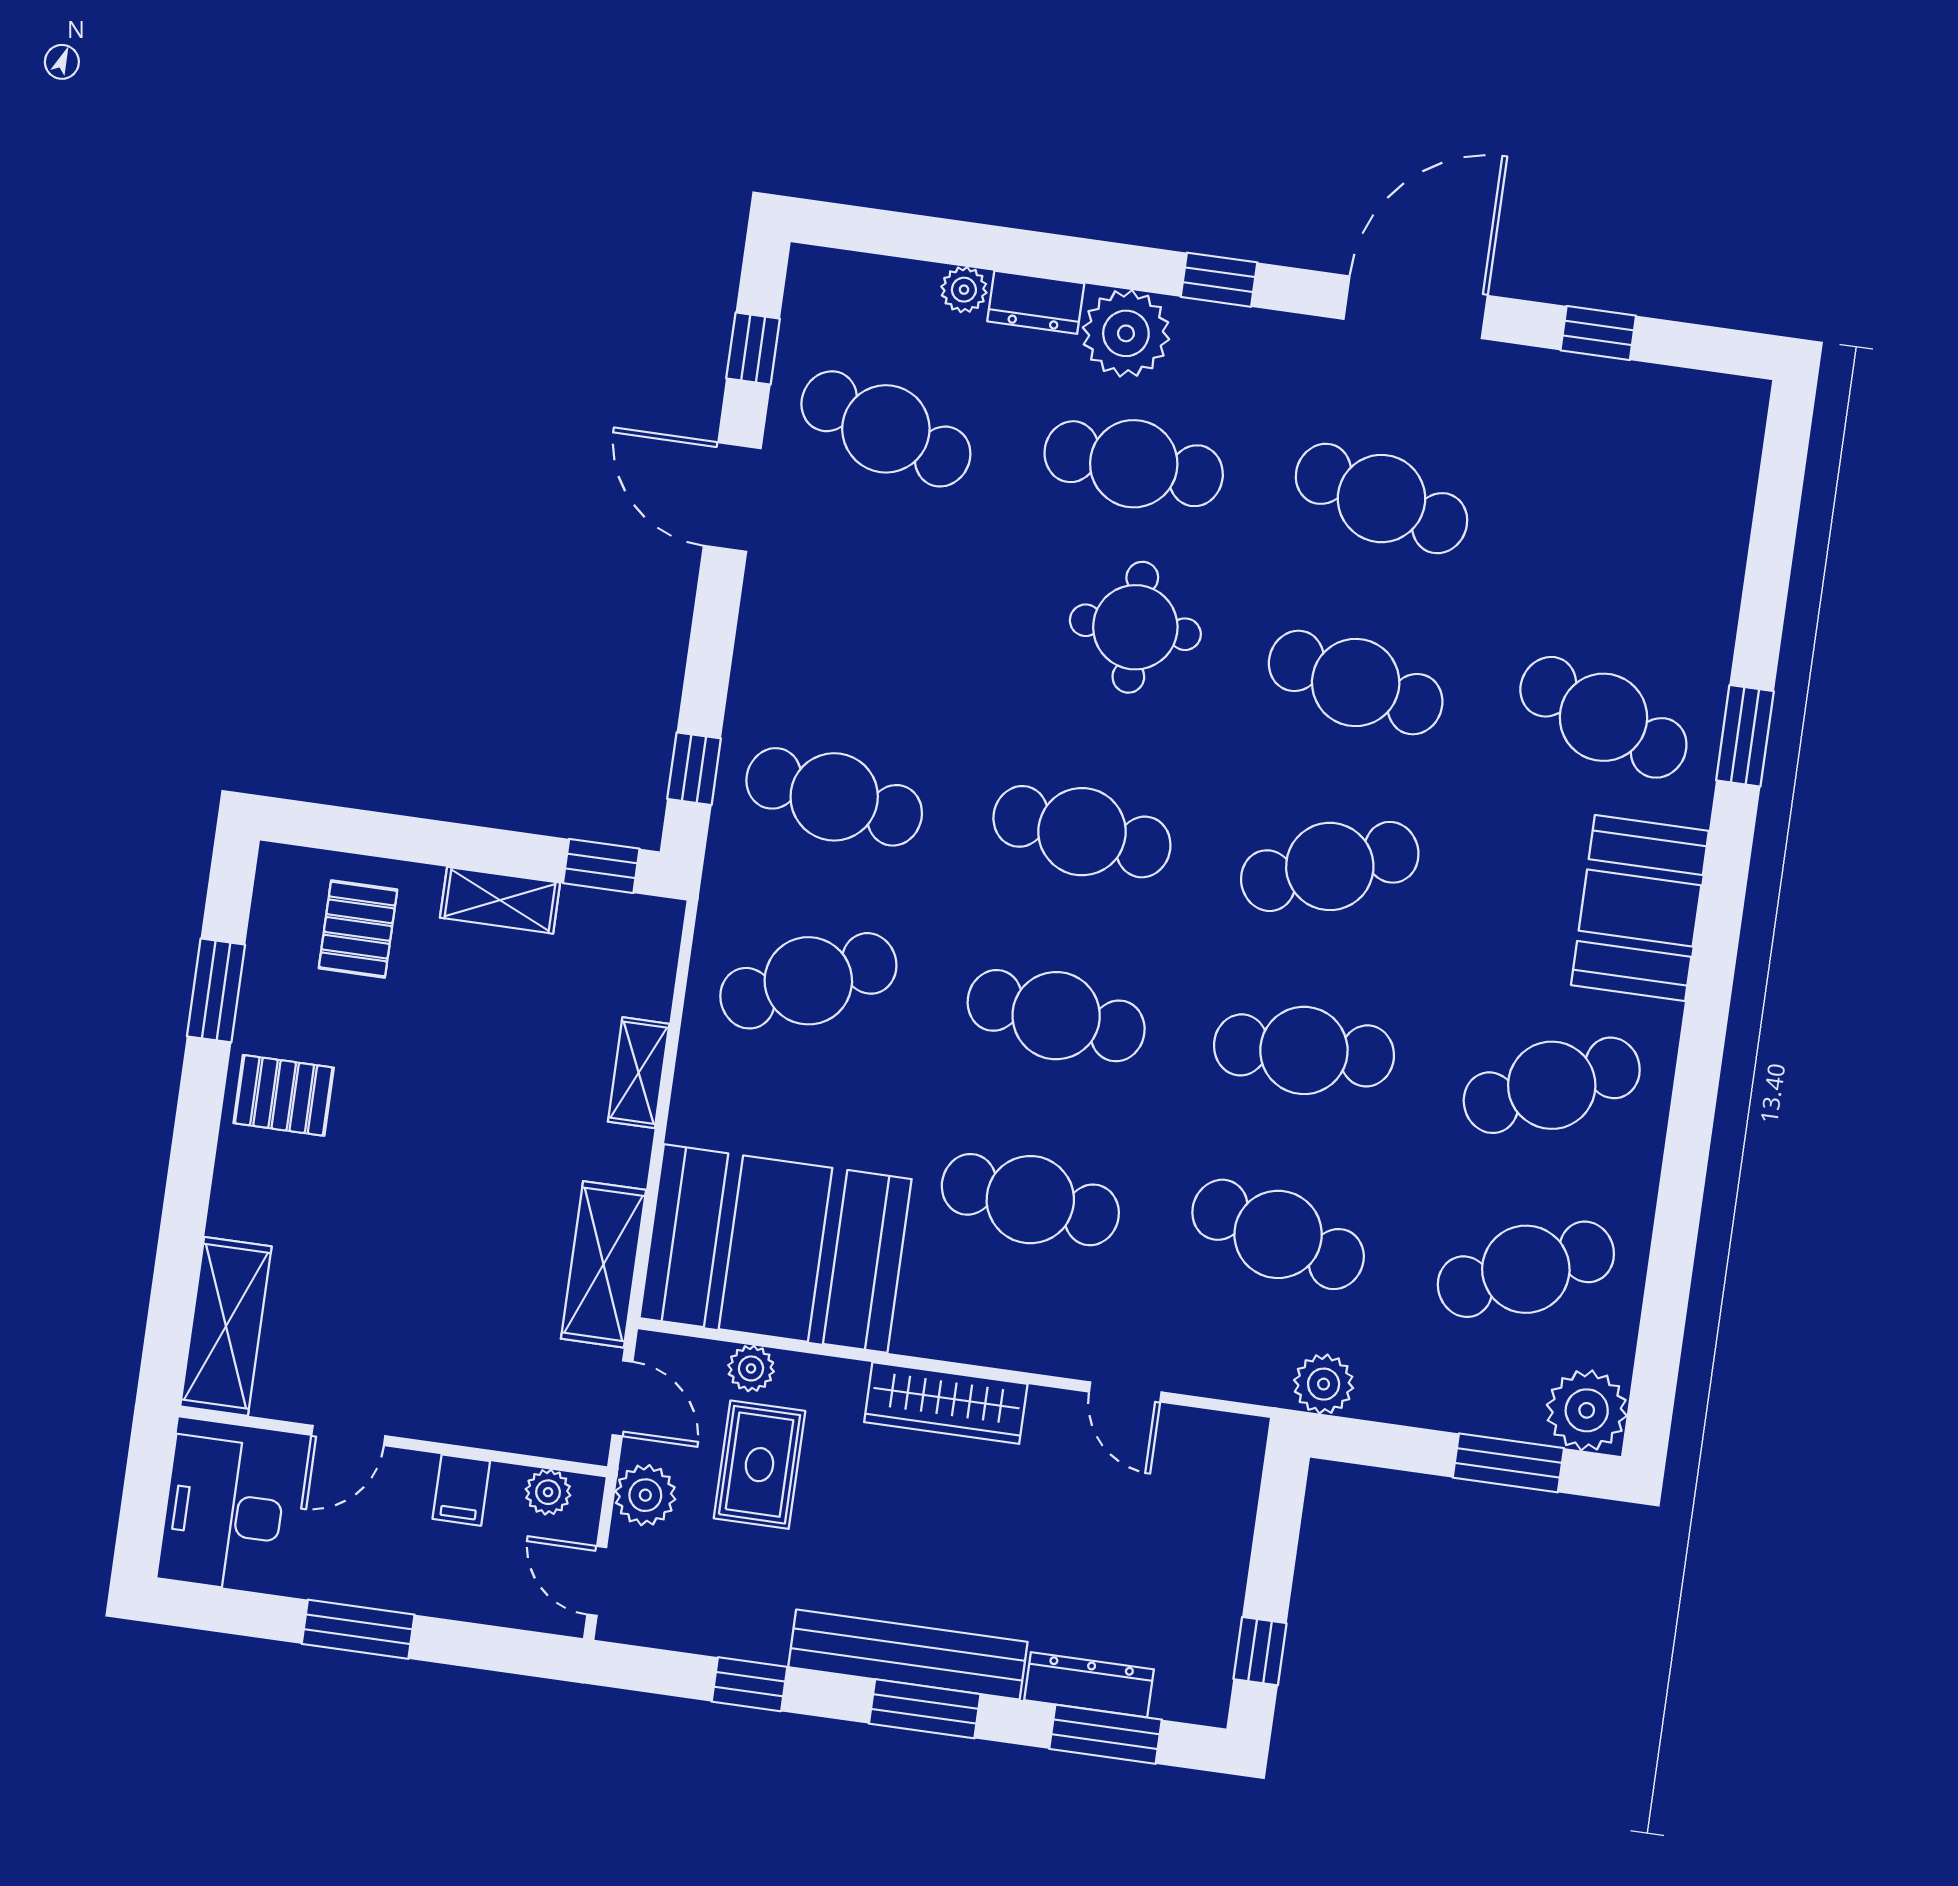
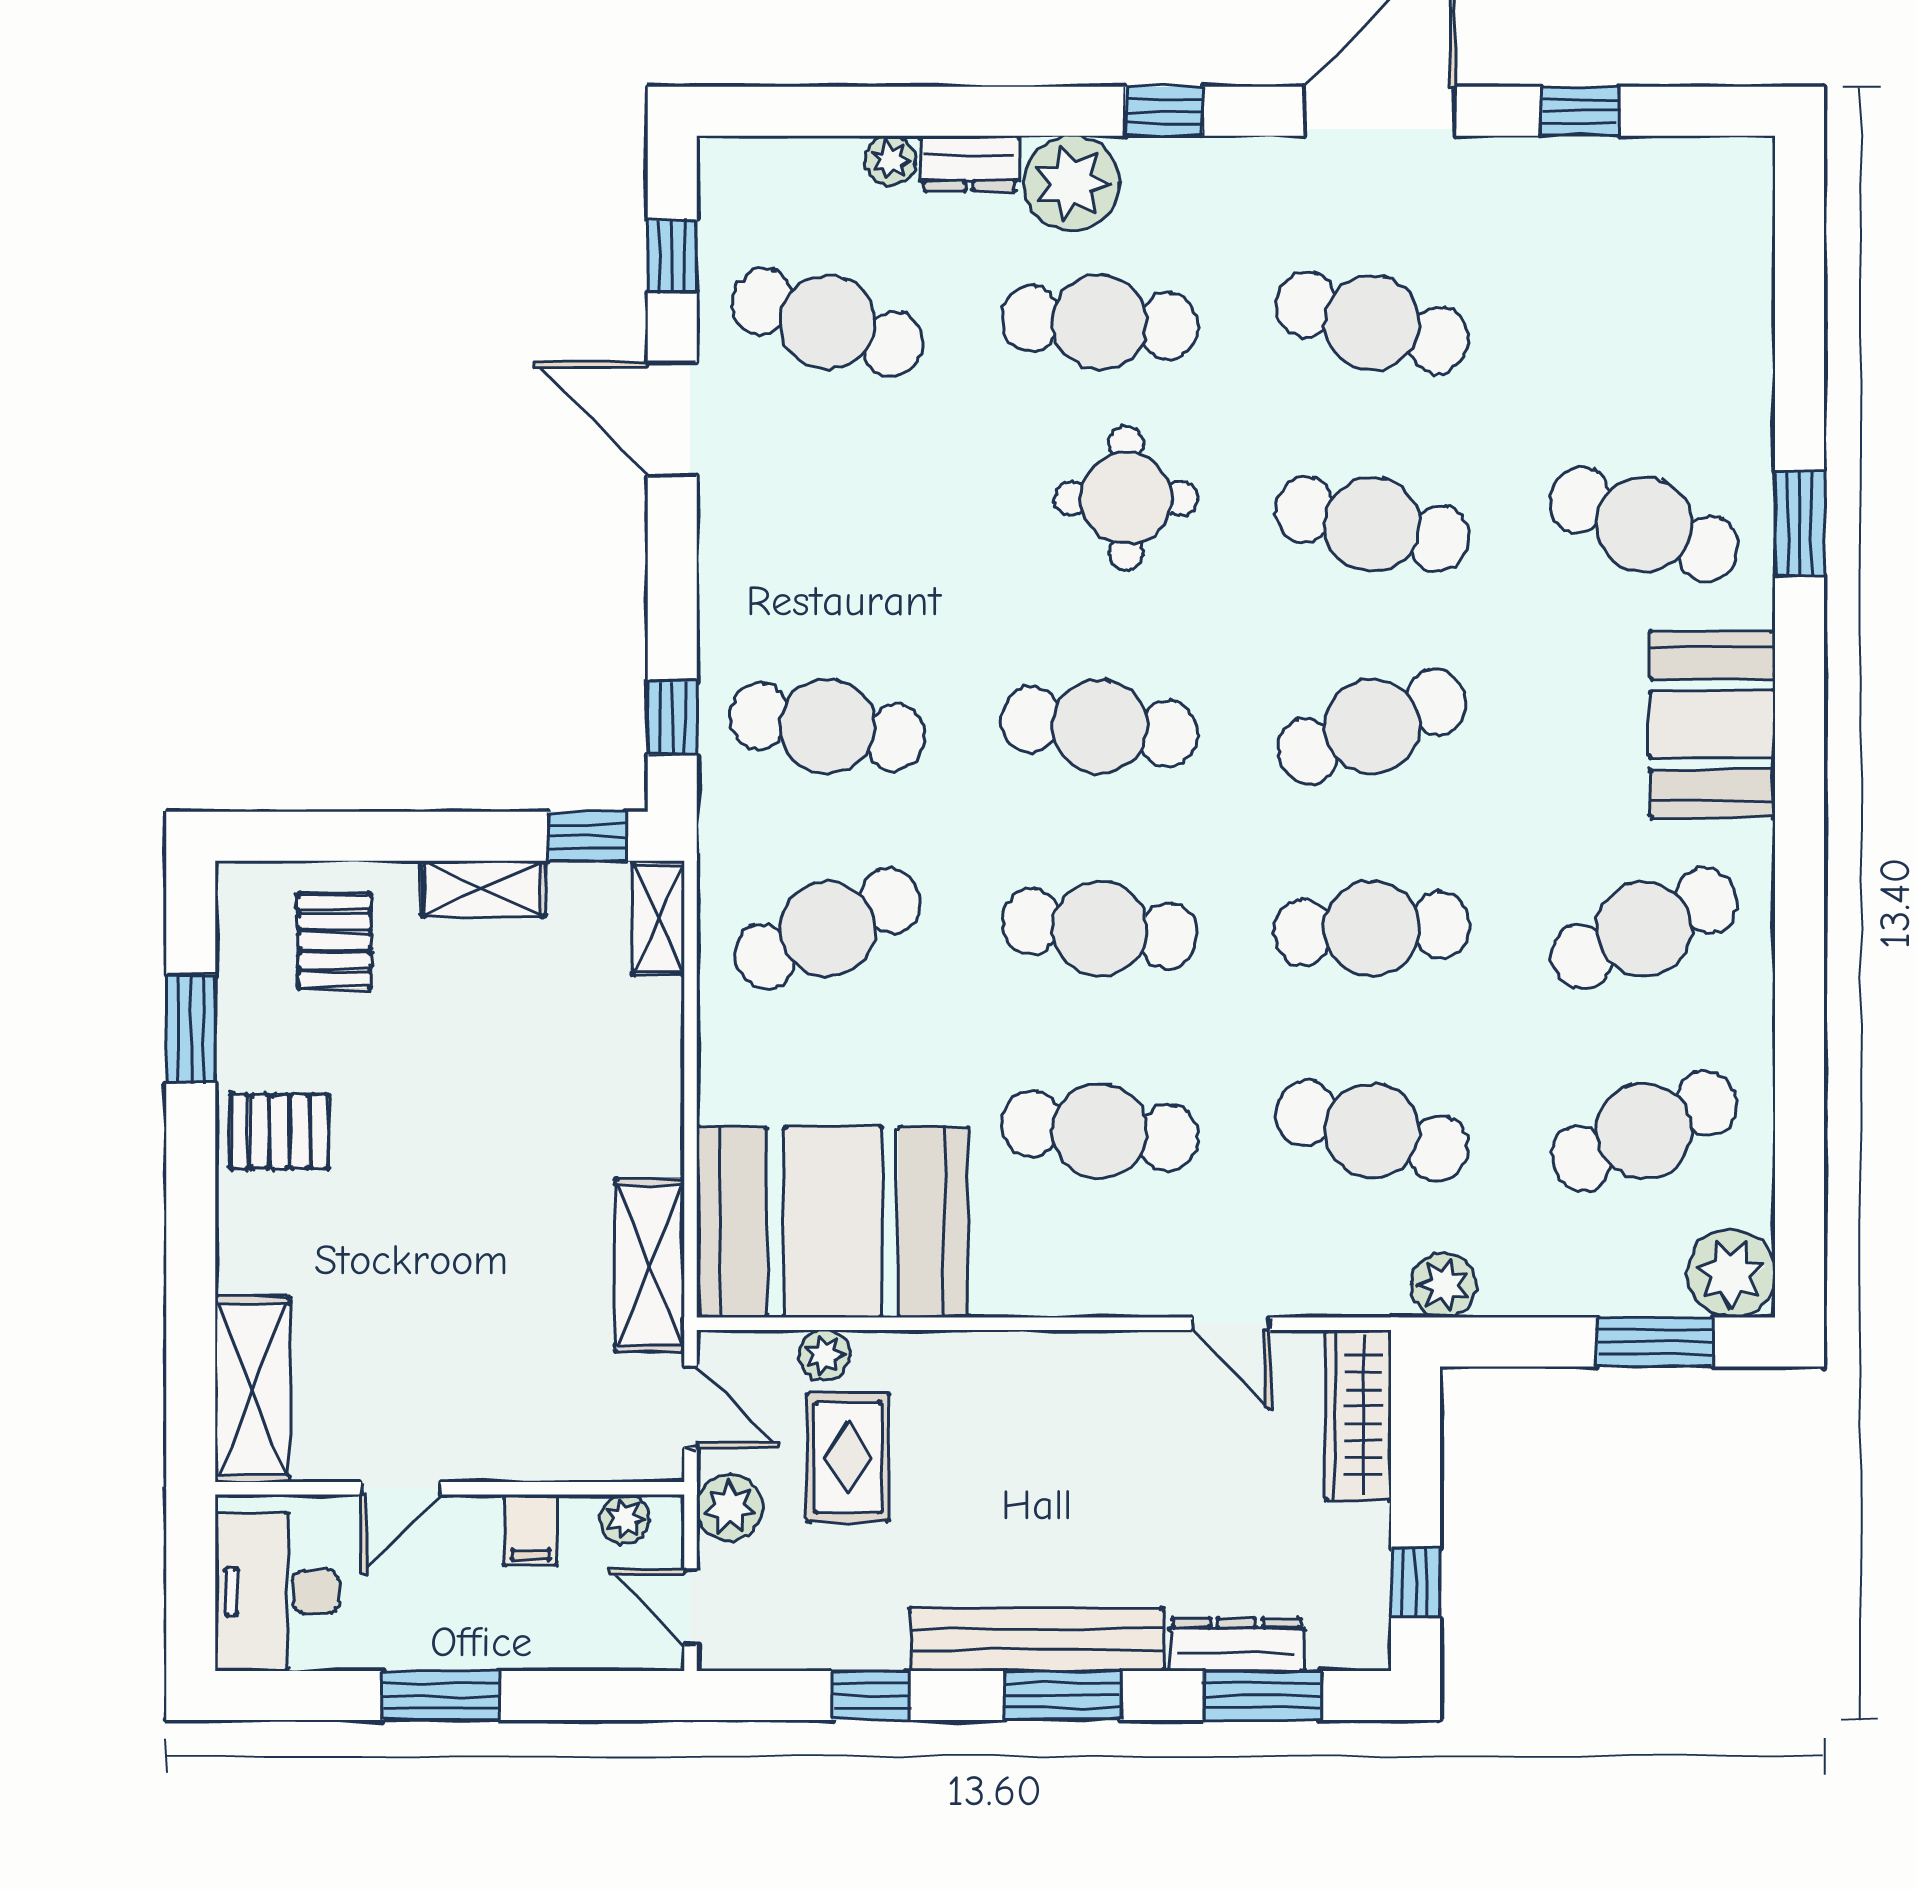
shelving: (639, 1073) -> (659, 918), moved
wardrobe: (946, 1403) -> (1358, 1415), moved, turned 90

